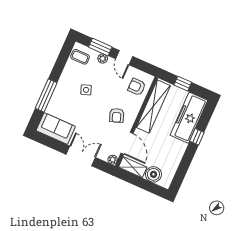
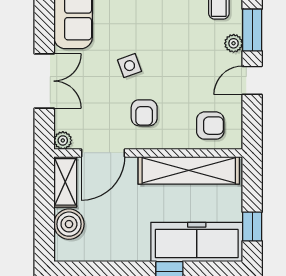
window: (183, 84) -> (252, 226), moved
armchair: (137, 87) -> (210, 126), turned 90
side table: (86, 90) -> (130, 66), moved
armchair: (117, 115) -> (144, 113), turned -70

